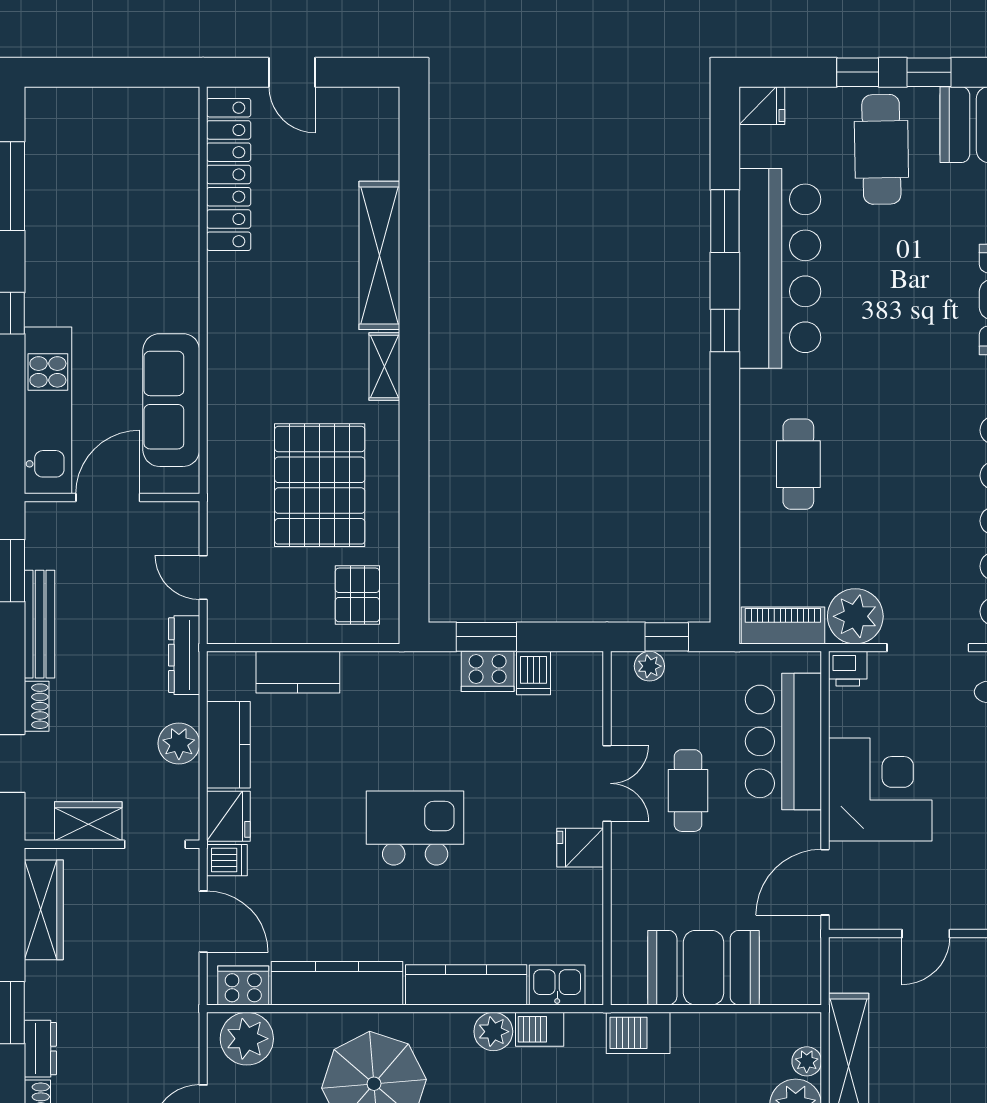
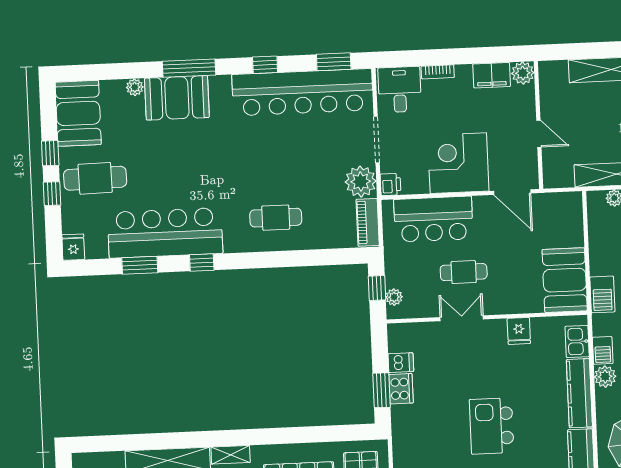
fridge: (580, 848) -> (519, 331), moved
booth: (704, 968) -> (565, 280), moved

